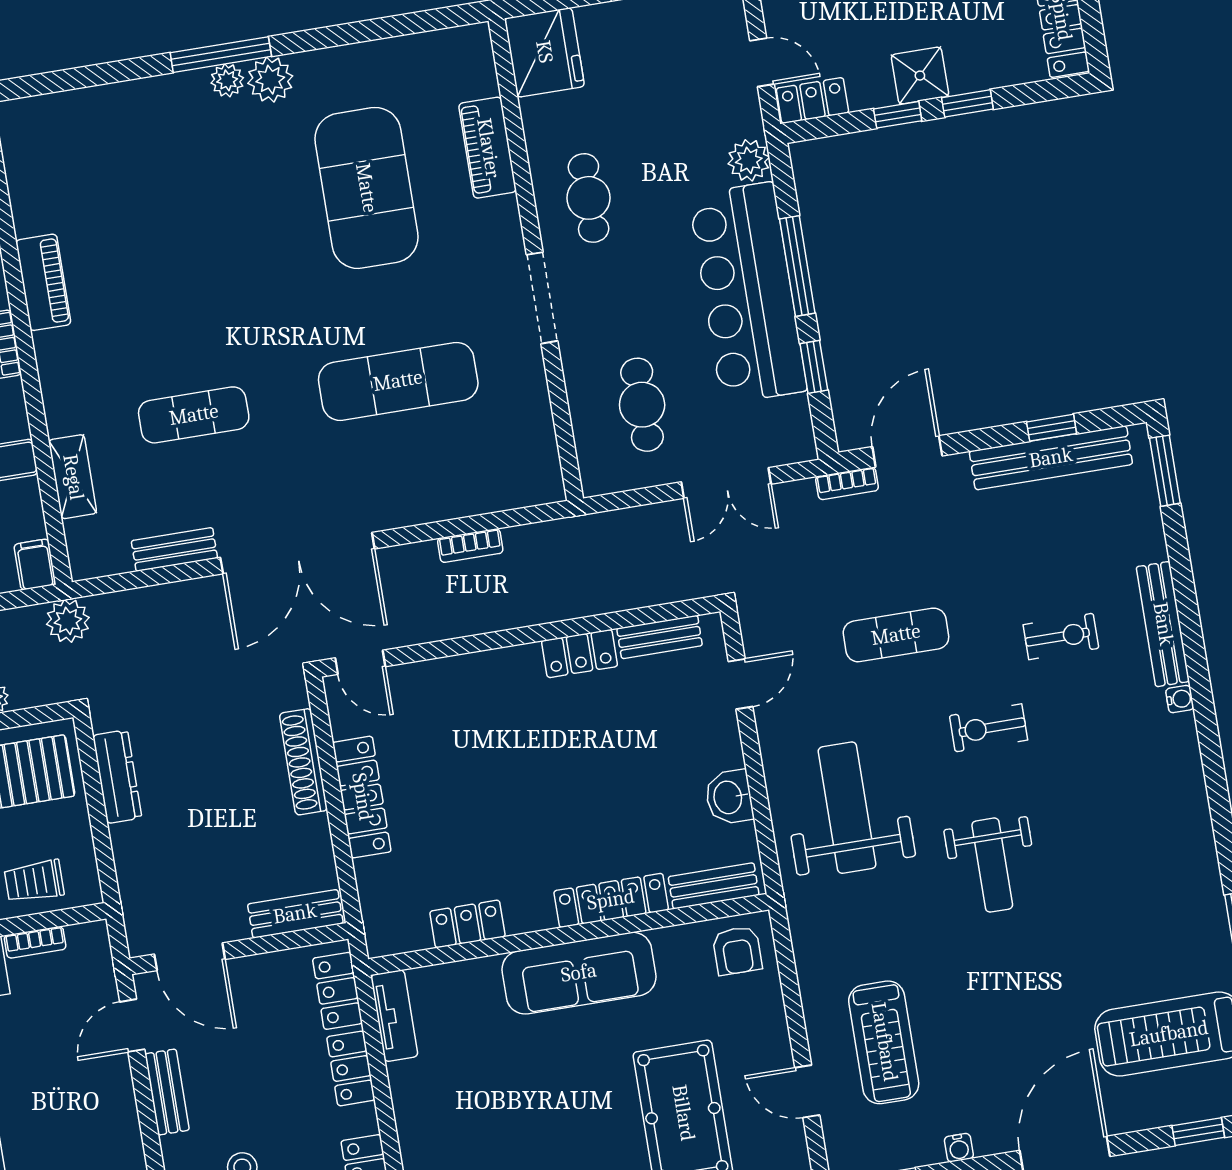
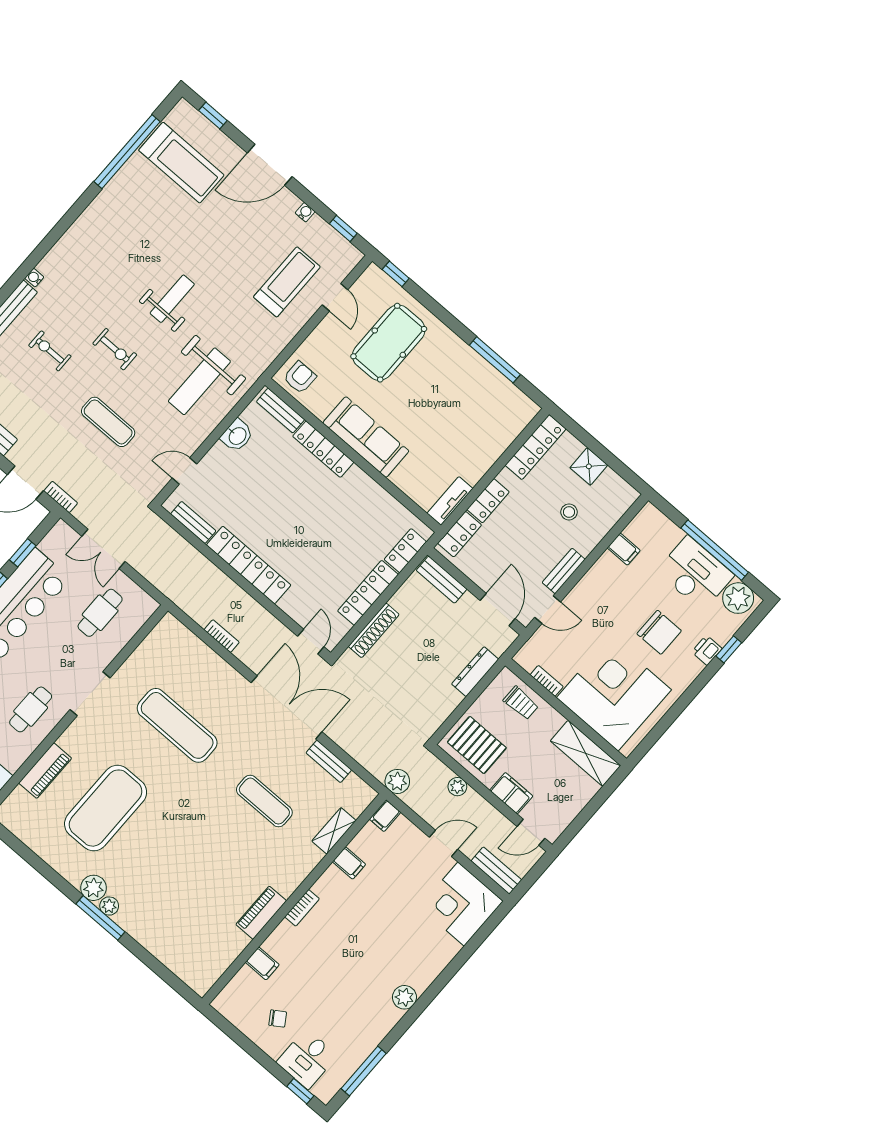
double door: (726, 483) -> (104, 549), swing flipped
locker: (580, 654) -> (249, 565), width x2.16, depth x1.21
dresser: (117, 777) -> (475, 672), moved
locker: (467, 924) -> (405, 551), moved, turned 90

